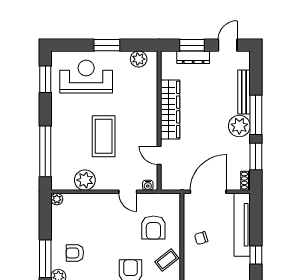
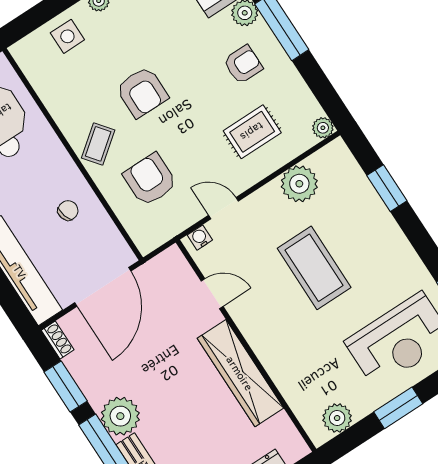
window: (45, 151) -> (387, 188), width x0.47
rug: (91, 219) -> (252, 132), added

